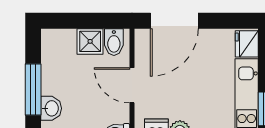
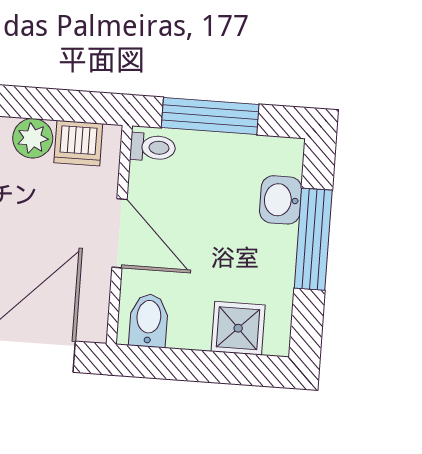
shower: (90, 41) -> (238, 328), moved

